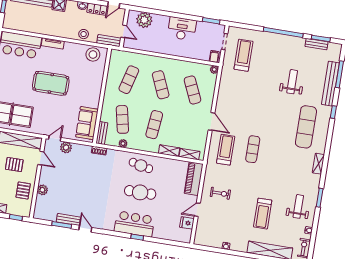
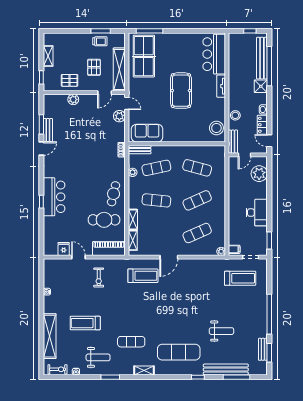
exercise mat: (253, 149) -> (131, 342), moved
cafe table: (140, 192) -> (104, 220), moved, turned 90

